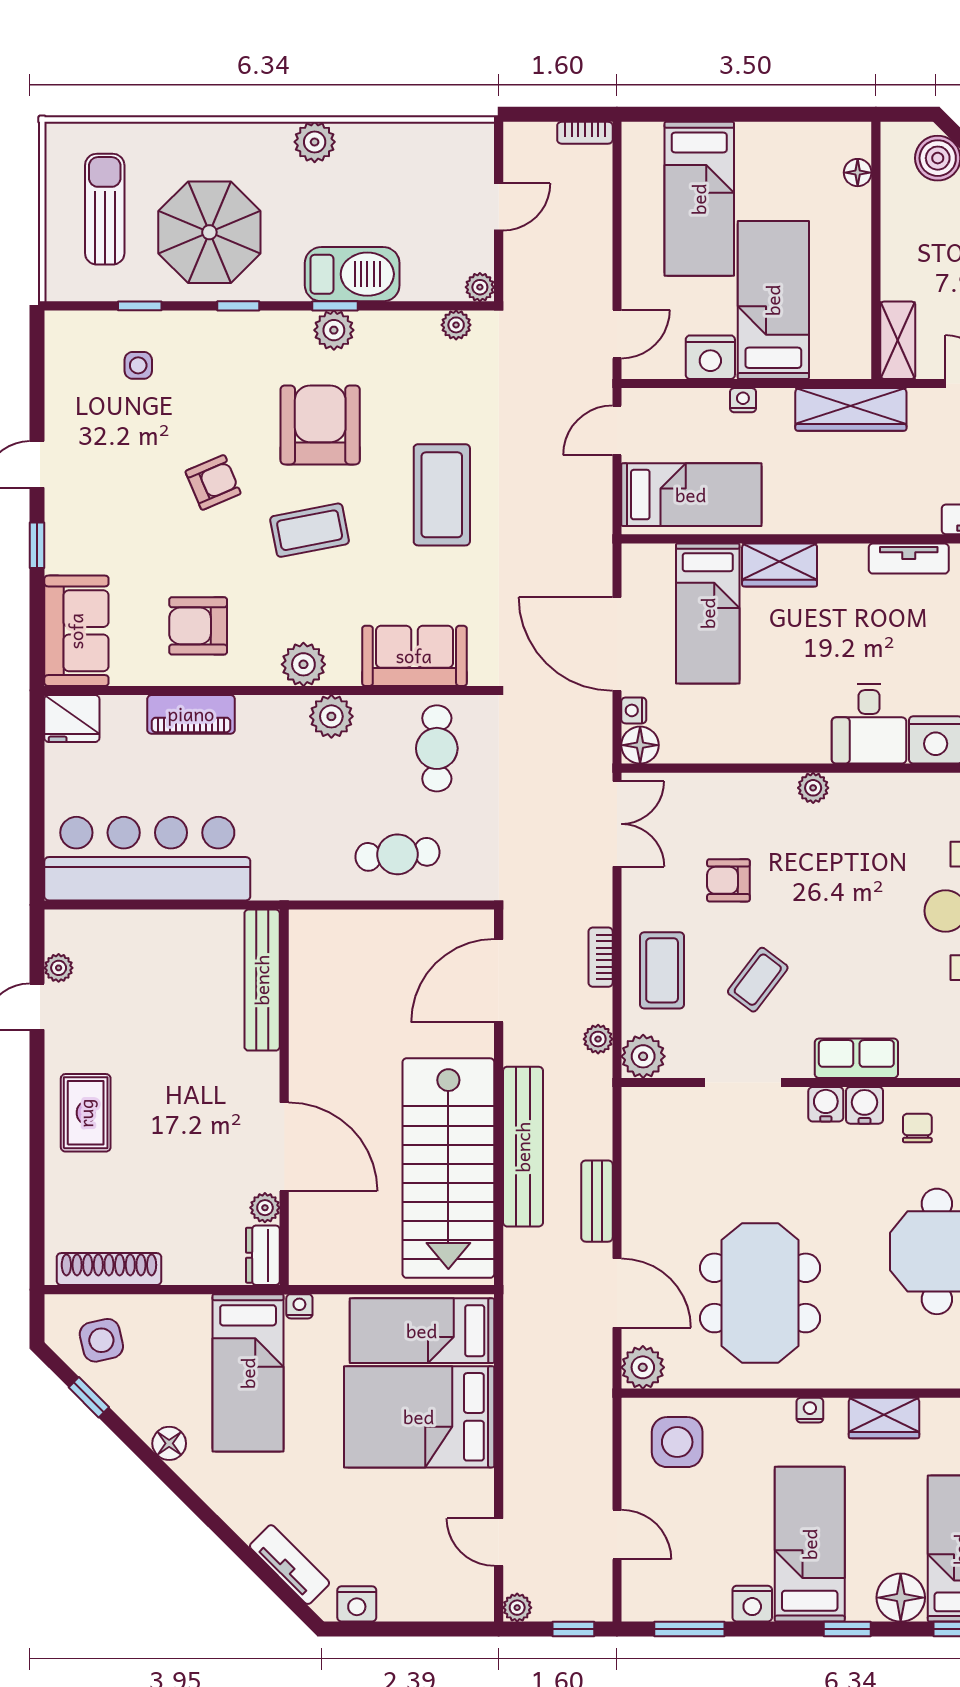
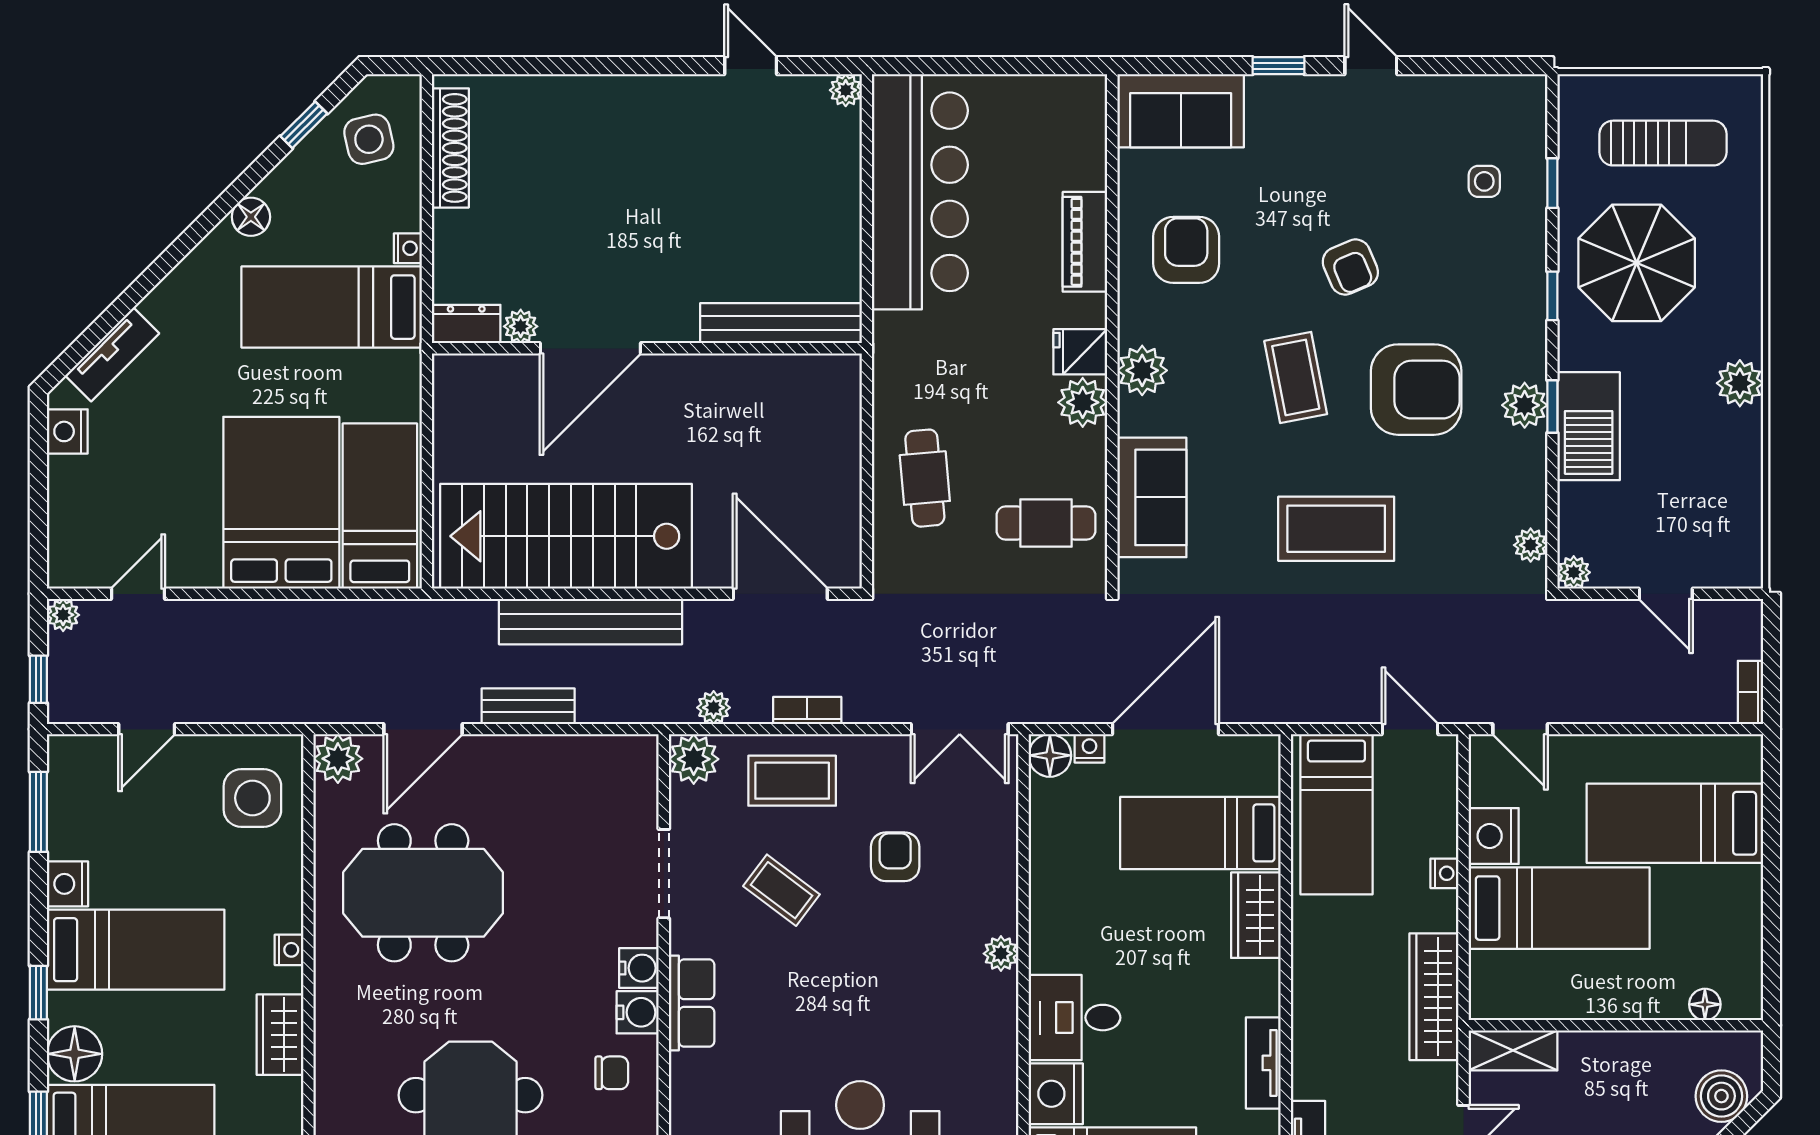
fridge: (72, 719) -> (1080, 352), moved, width x0.72
plant: (59, 968) -> (846, 90), moved
rug: (86, 1113) -> (629, 121), removed
nightstand: (299, 1306) -> (408, 248), moved

